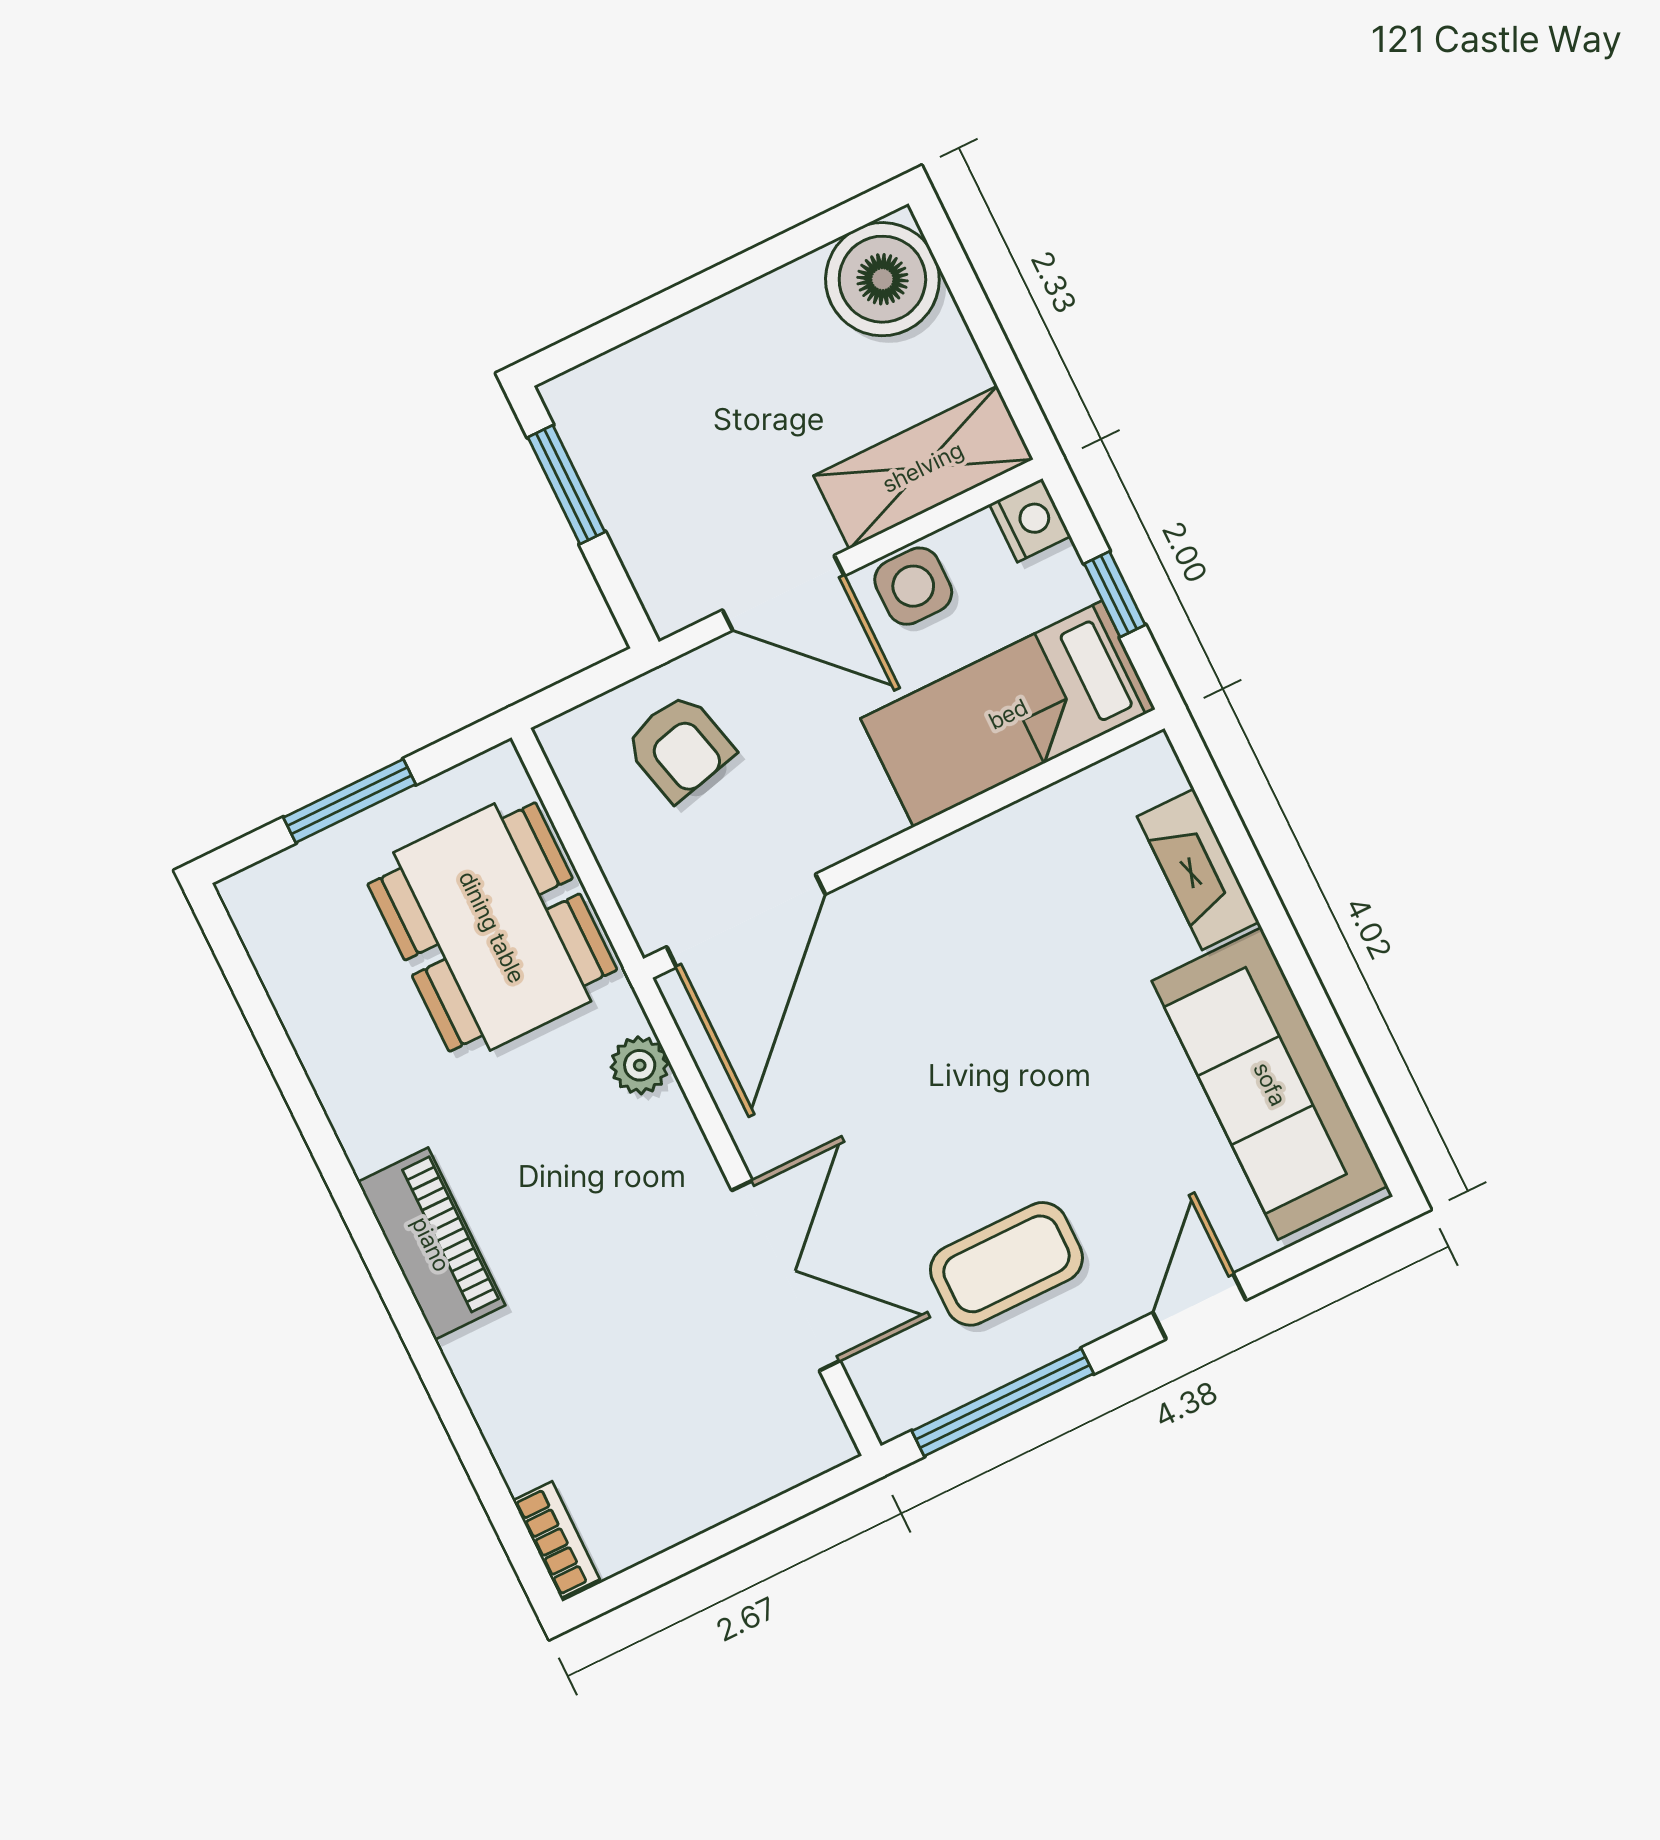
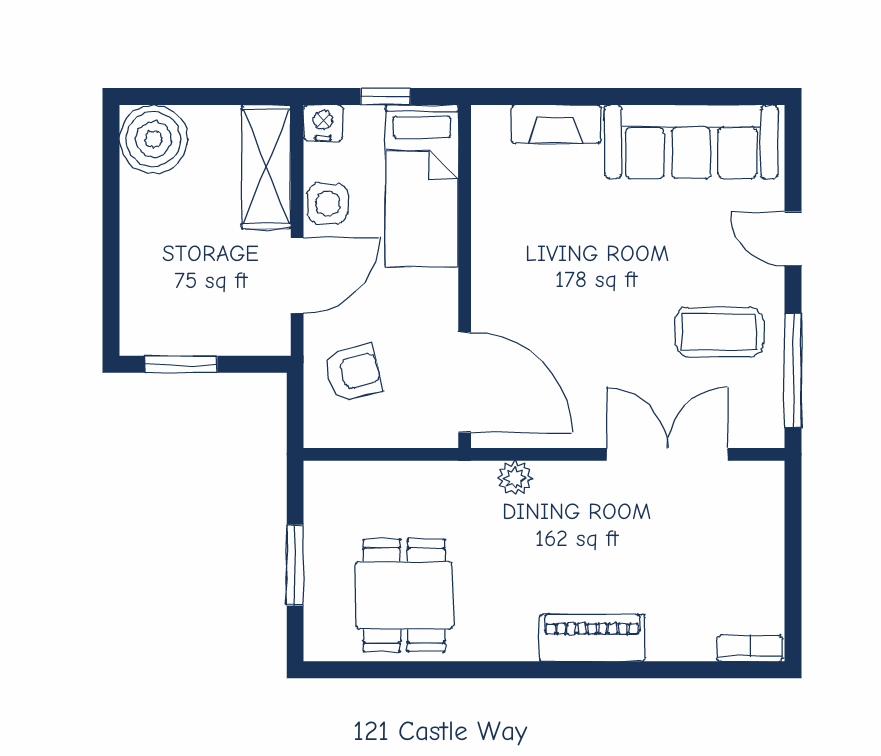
dining table: (492, 927) -> (404, 595), moved, width x0.73
piano: (431, 1244) -> (592, 638), moved
coffee table: (1006, 1264) -> (719, 332), turned 90

